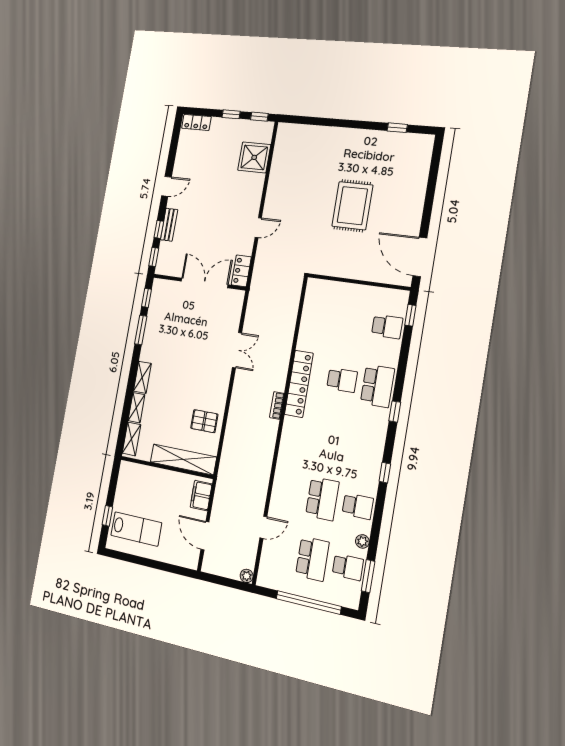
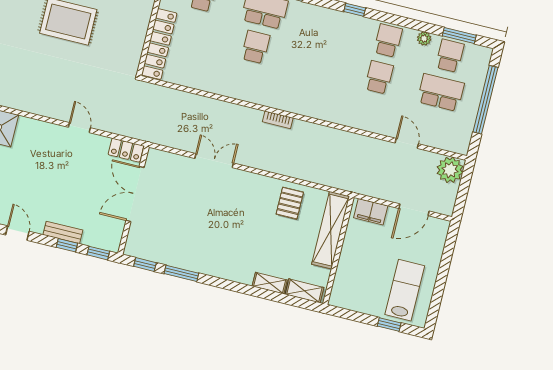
shelving: (142, 377) -> (236, 274), removed
locker: (299, 384) -> (159, 44), moved, turned 90
school desk: (322, 499) -> (379, 77), width x0.54
plant: (247, 576) -> (450, 170), width x1.88, depth x1.88

